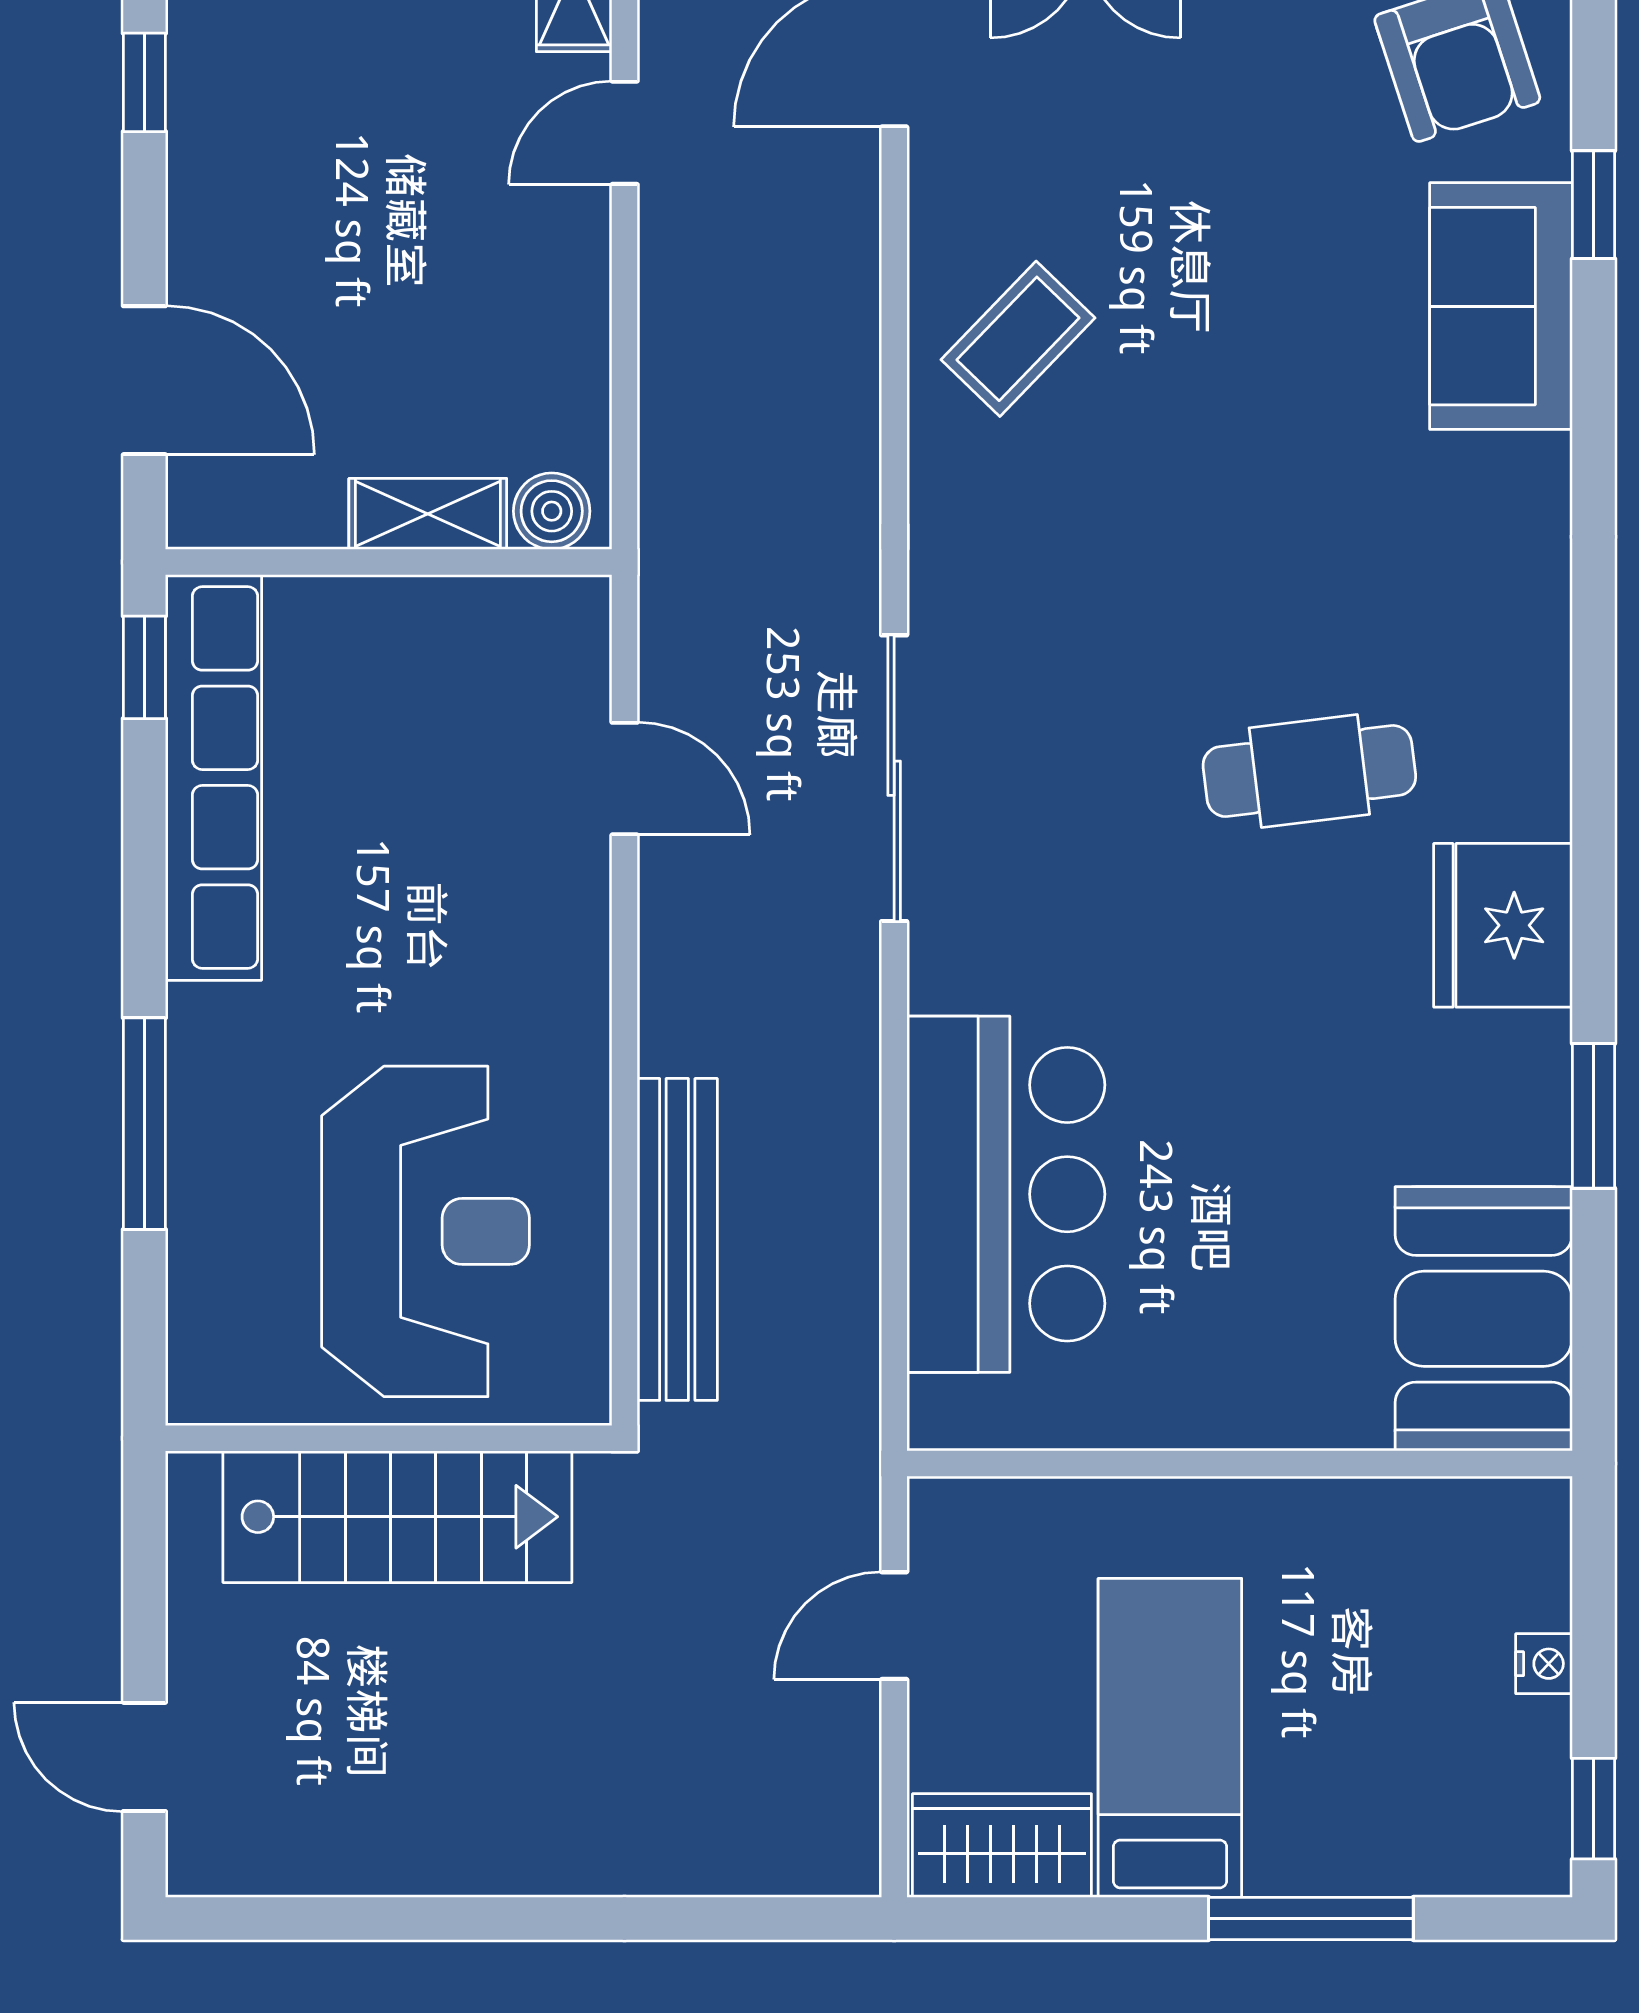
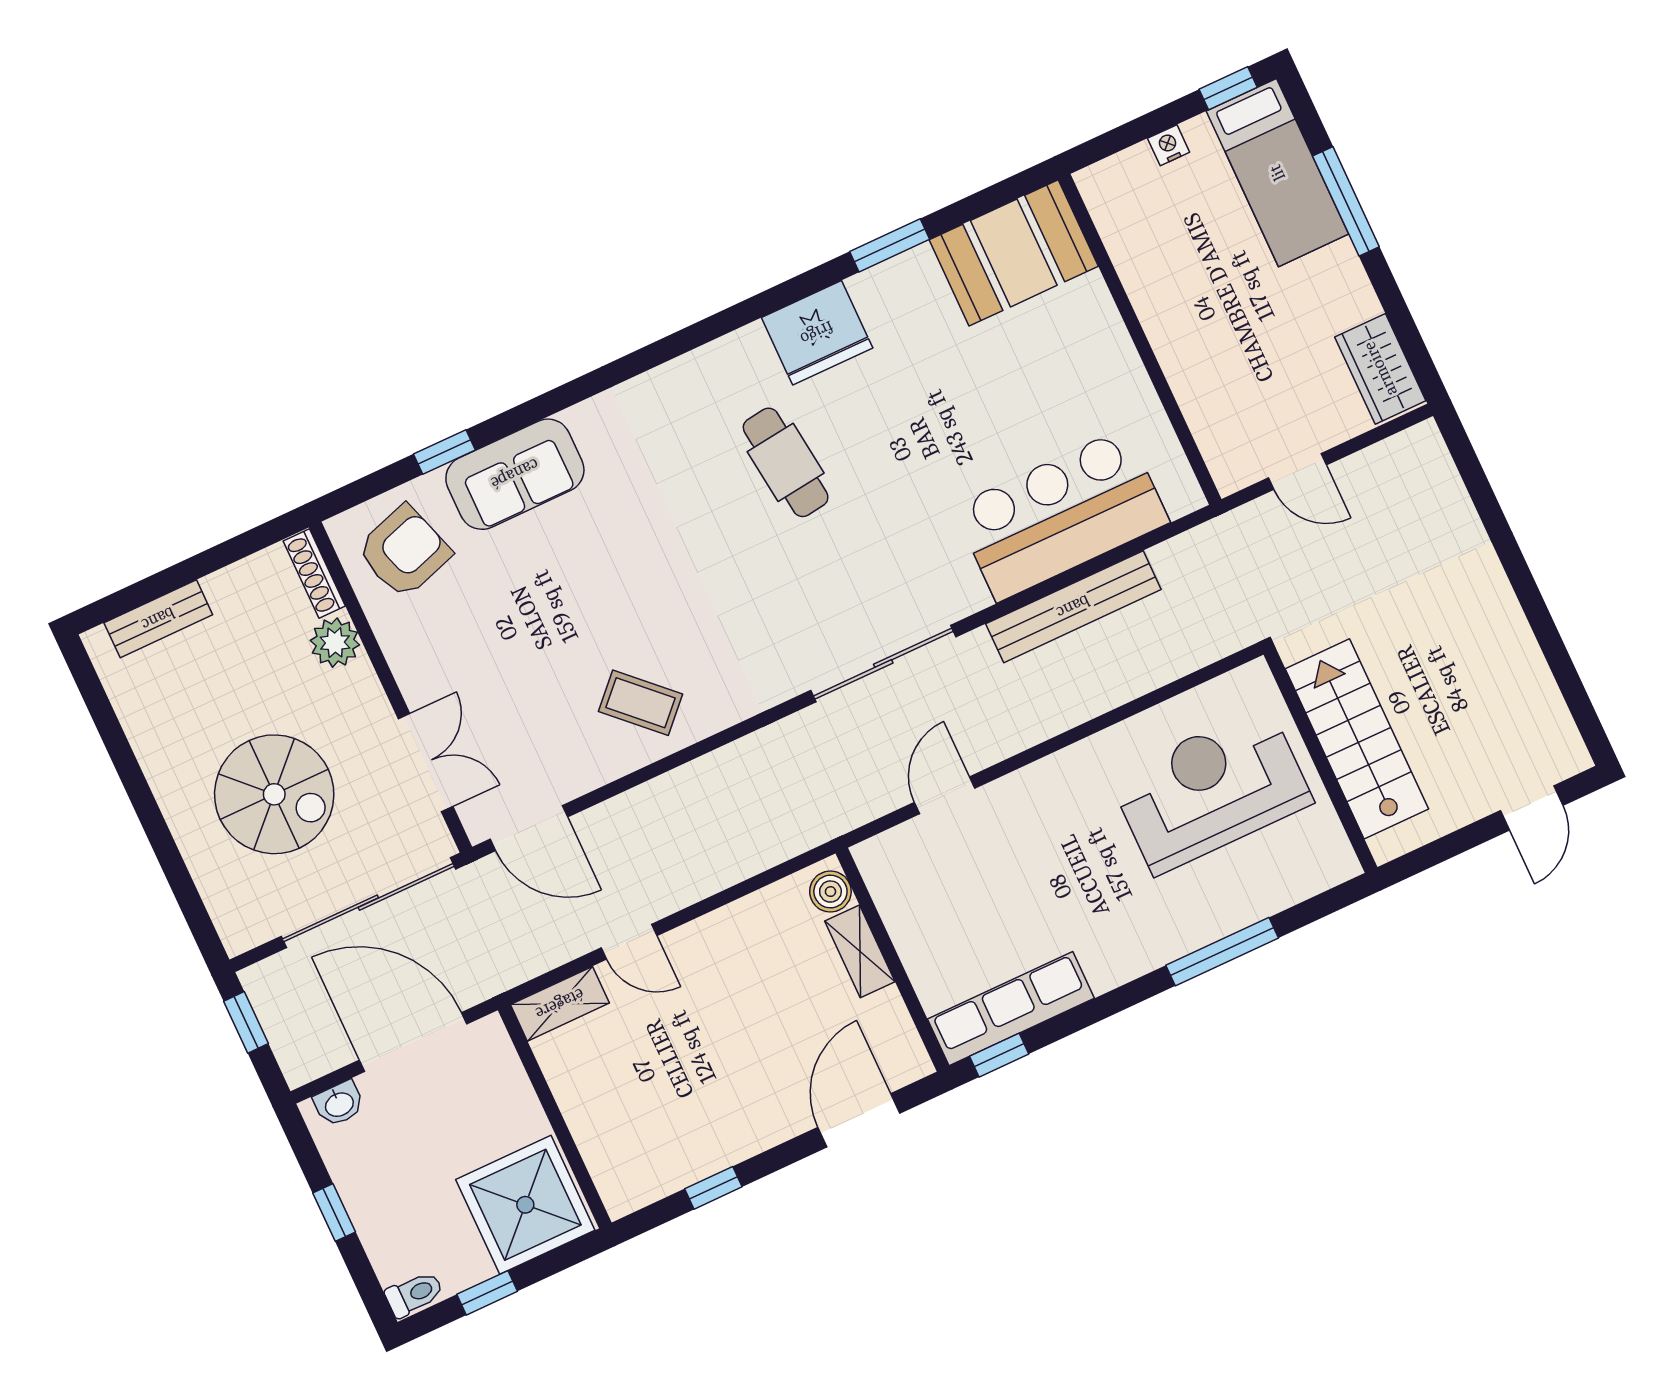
row of seats: (213, 778) -> (1011, 1009), width x0.73
bench: (677, 1239) -> (1073, 607), moved
bed: (1170, 1738) -> (1277, 173), moved, turned -90

